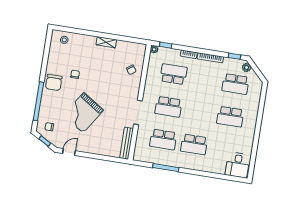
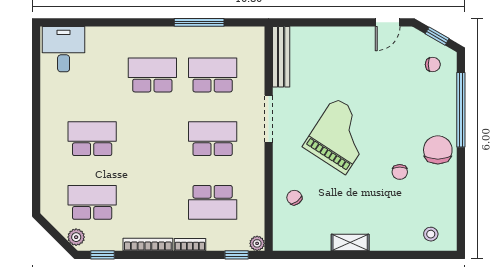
grand piano: (83, 113) -> (340, 136), moved

